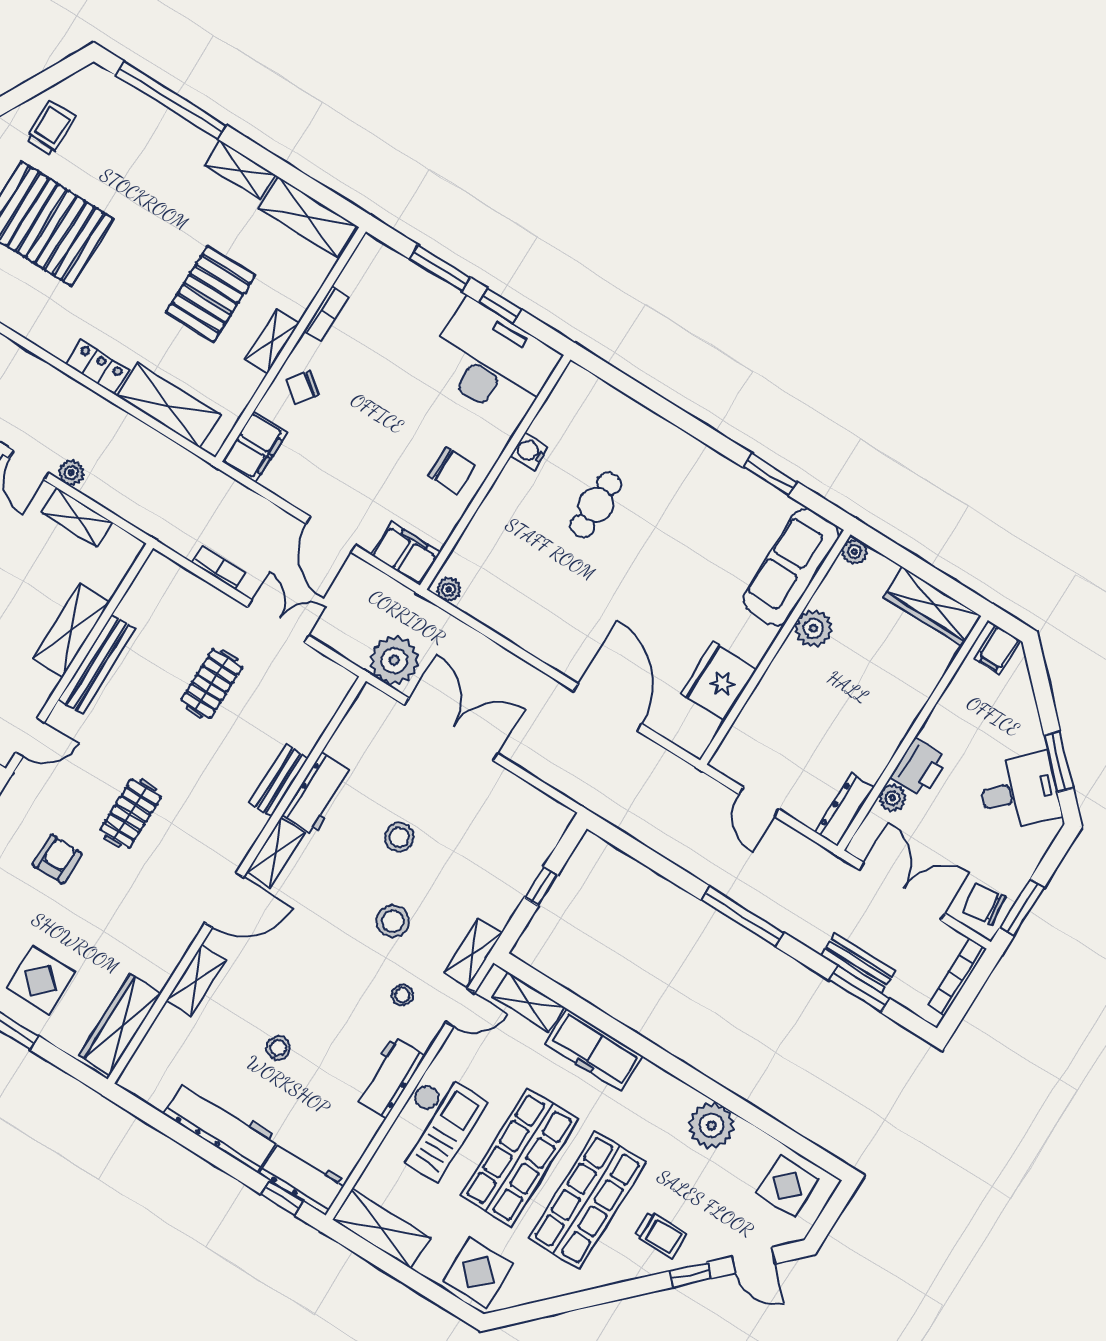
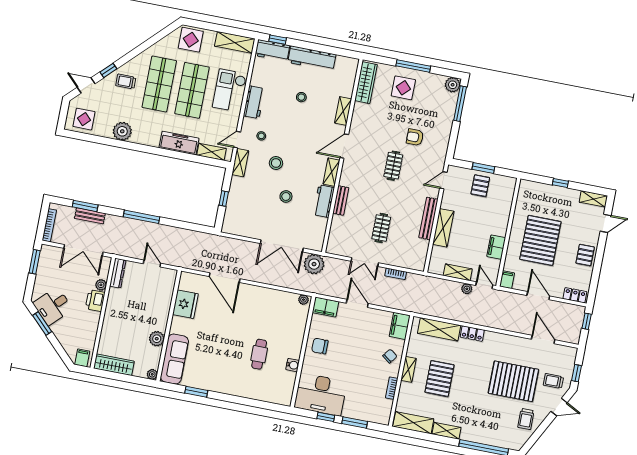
armchair: (57, 859) -> (415, 137), turned 90
chair: (984, 904) -> (50, 257), removed

